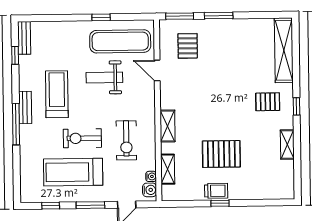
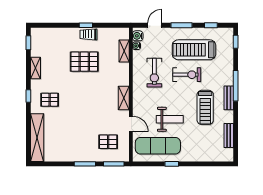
bench: (24, 38) -> (229, 135), moved
pallet: (188, 46) -> (108, 142), turned 90
window: (15, 55) -> (236, 42), moved
shelving: (168, 126) -> (124, 98), moved
exercise bike: (126, 140) -> (154, 73), turned 180
treadmill: (73, 172) -> (194, 50), turned 180
window: (298, 178) -> (28, 43), added

